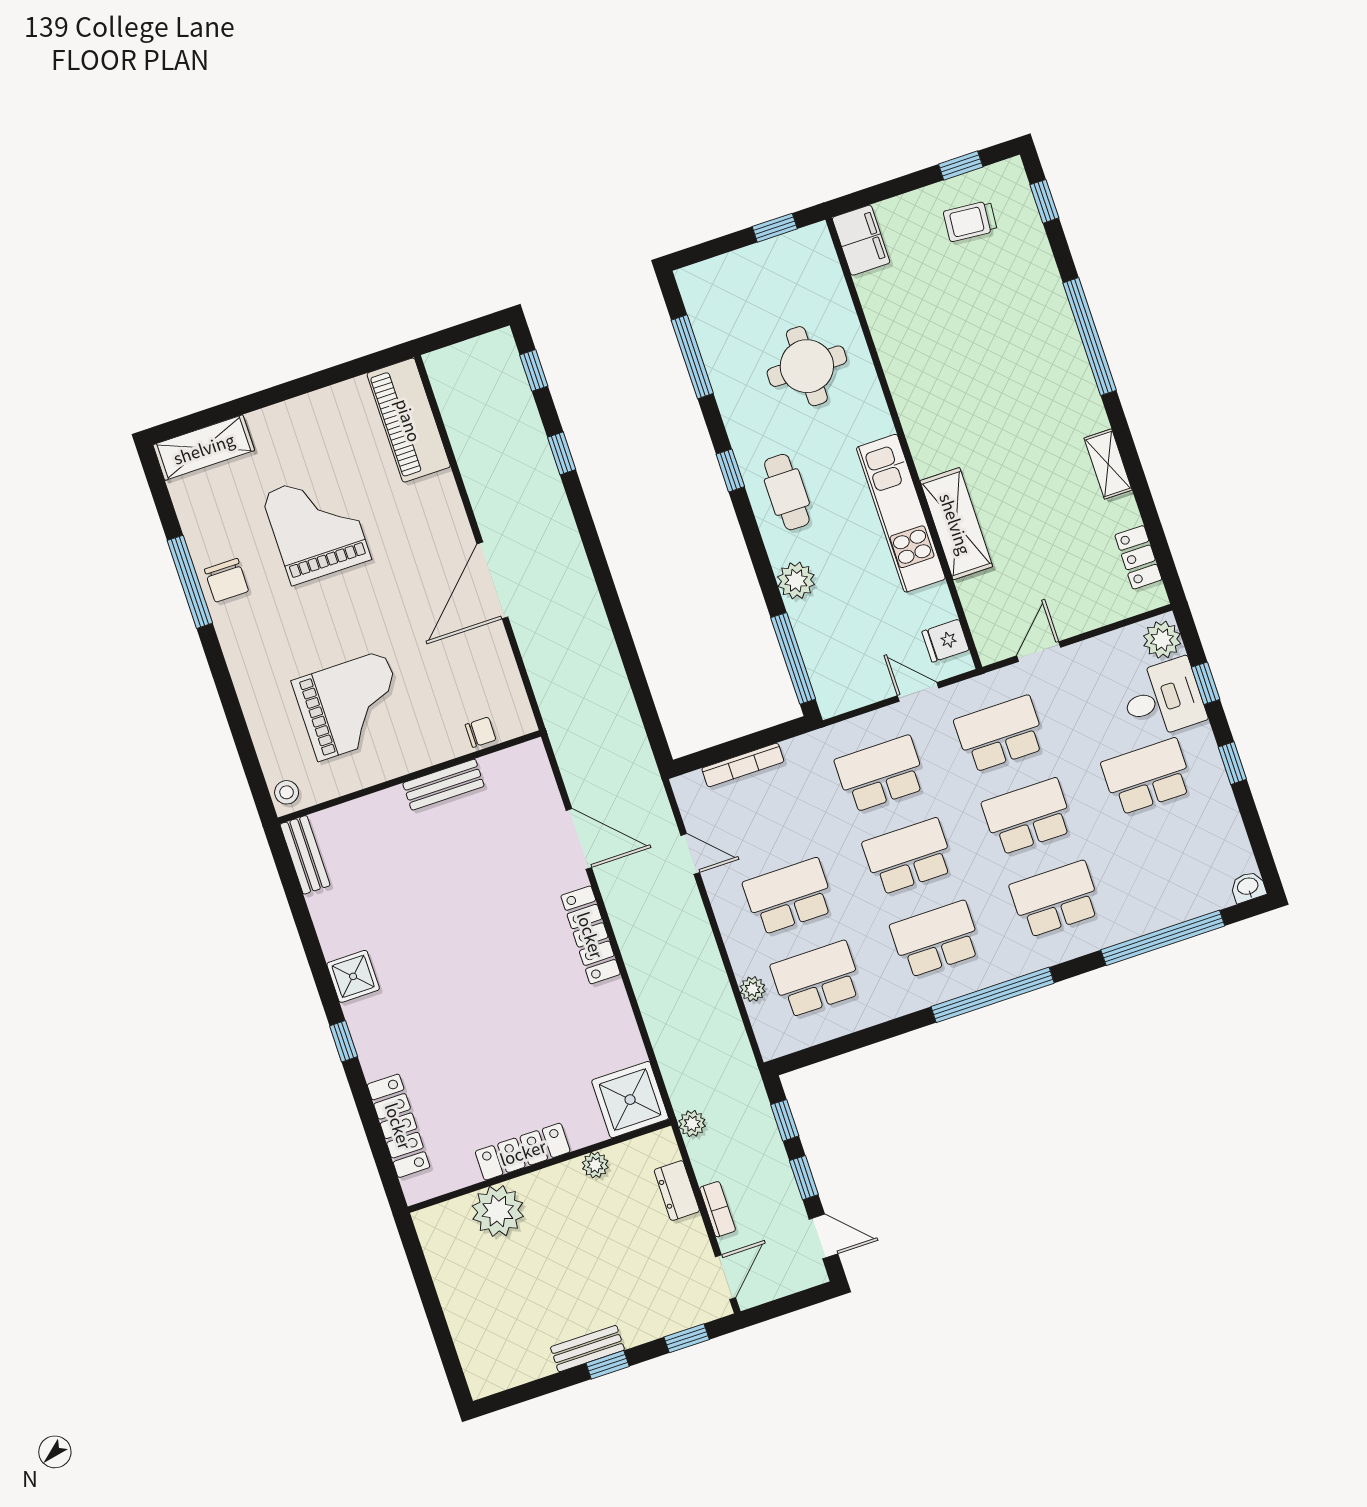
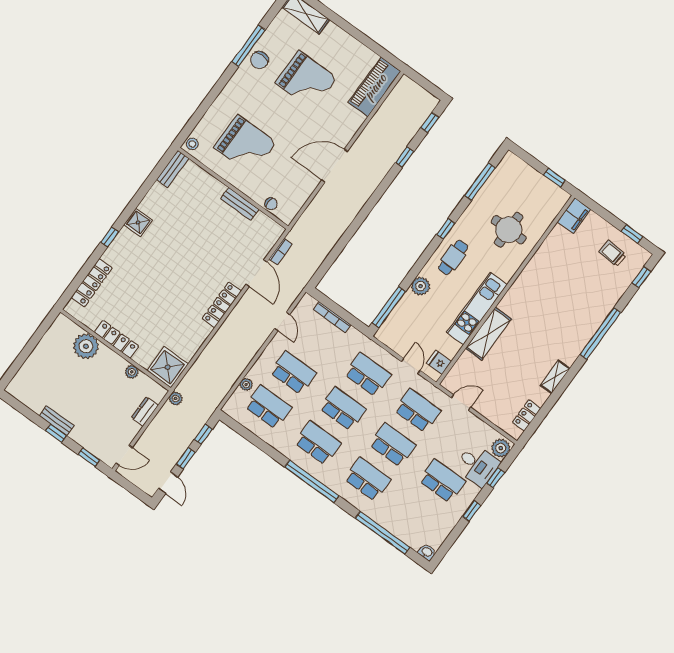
grand piano: (316, 527) -> (306, 80), turned 90
bookcase: (718, 1209) -> (281, 251), moved

